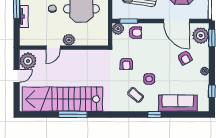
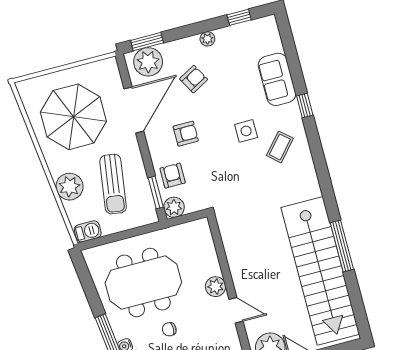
armchair: (126, 64) -> (186, 134), moved
sofa: (178, 103) -> (277, 79), width x0.73

